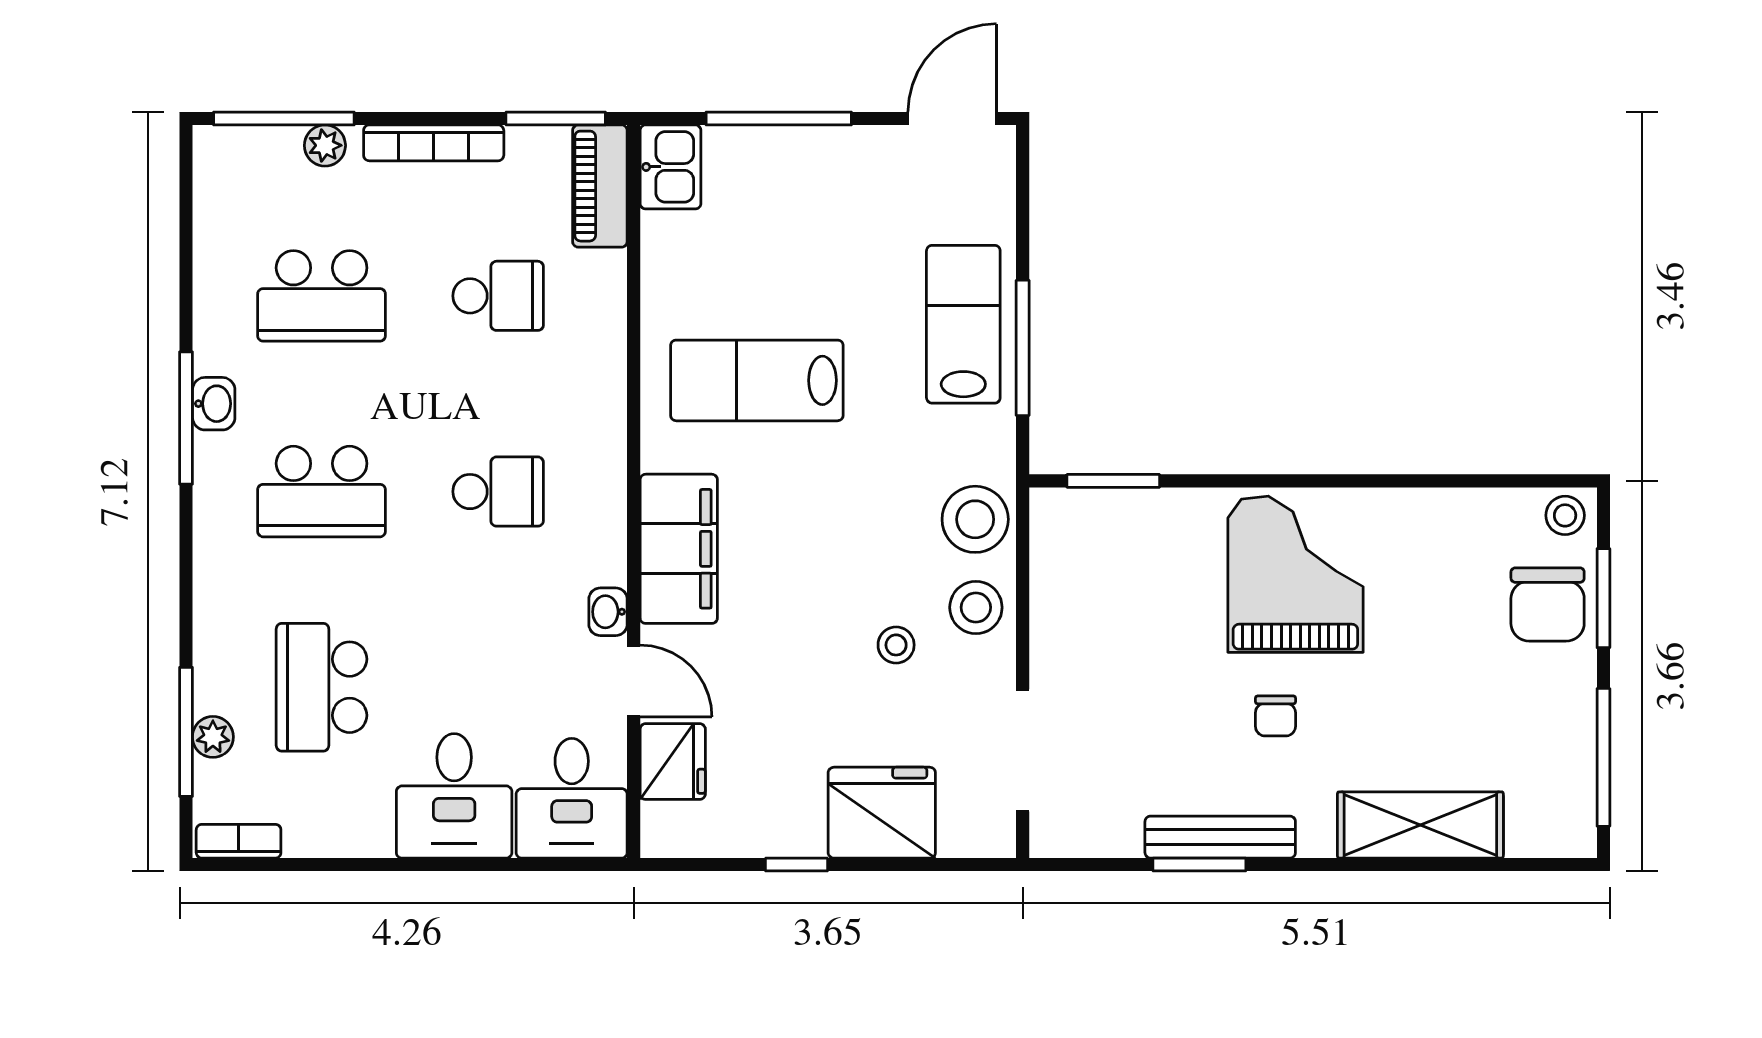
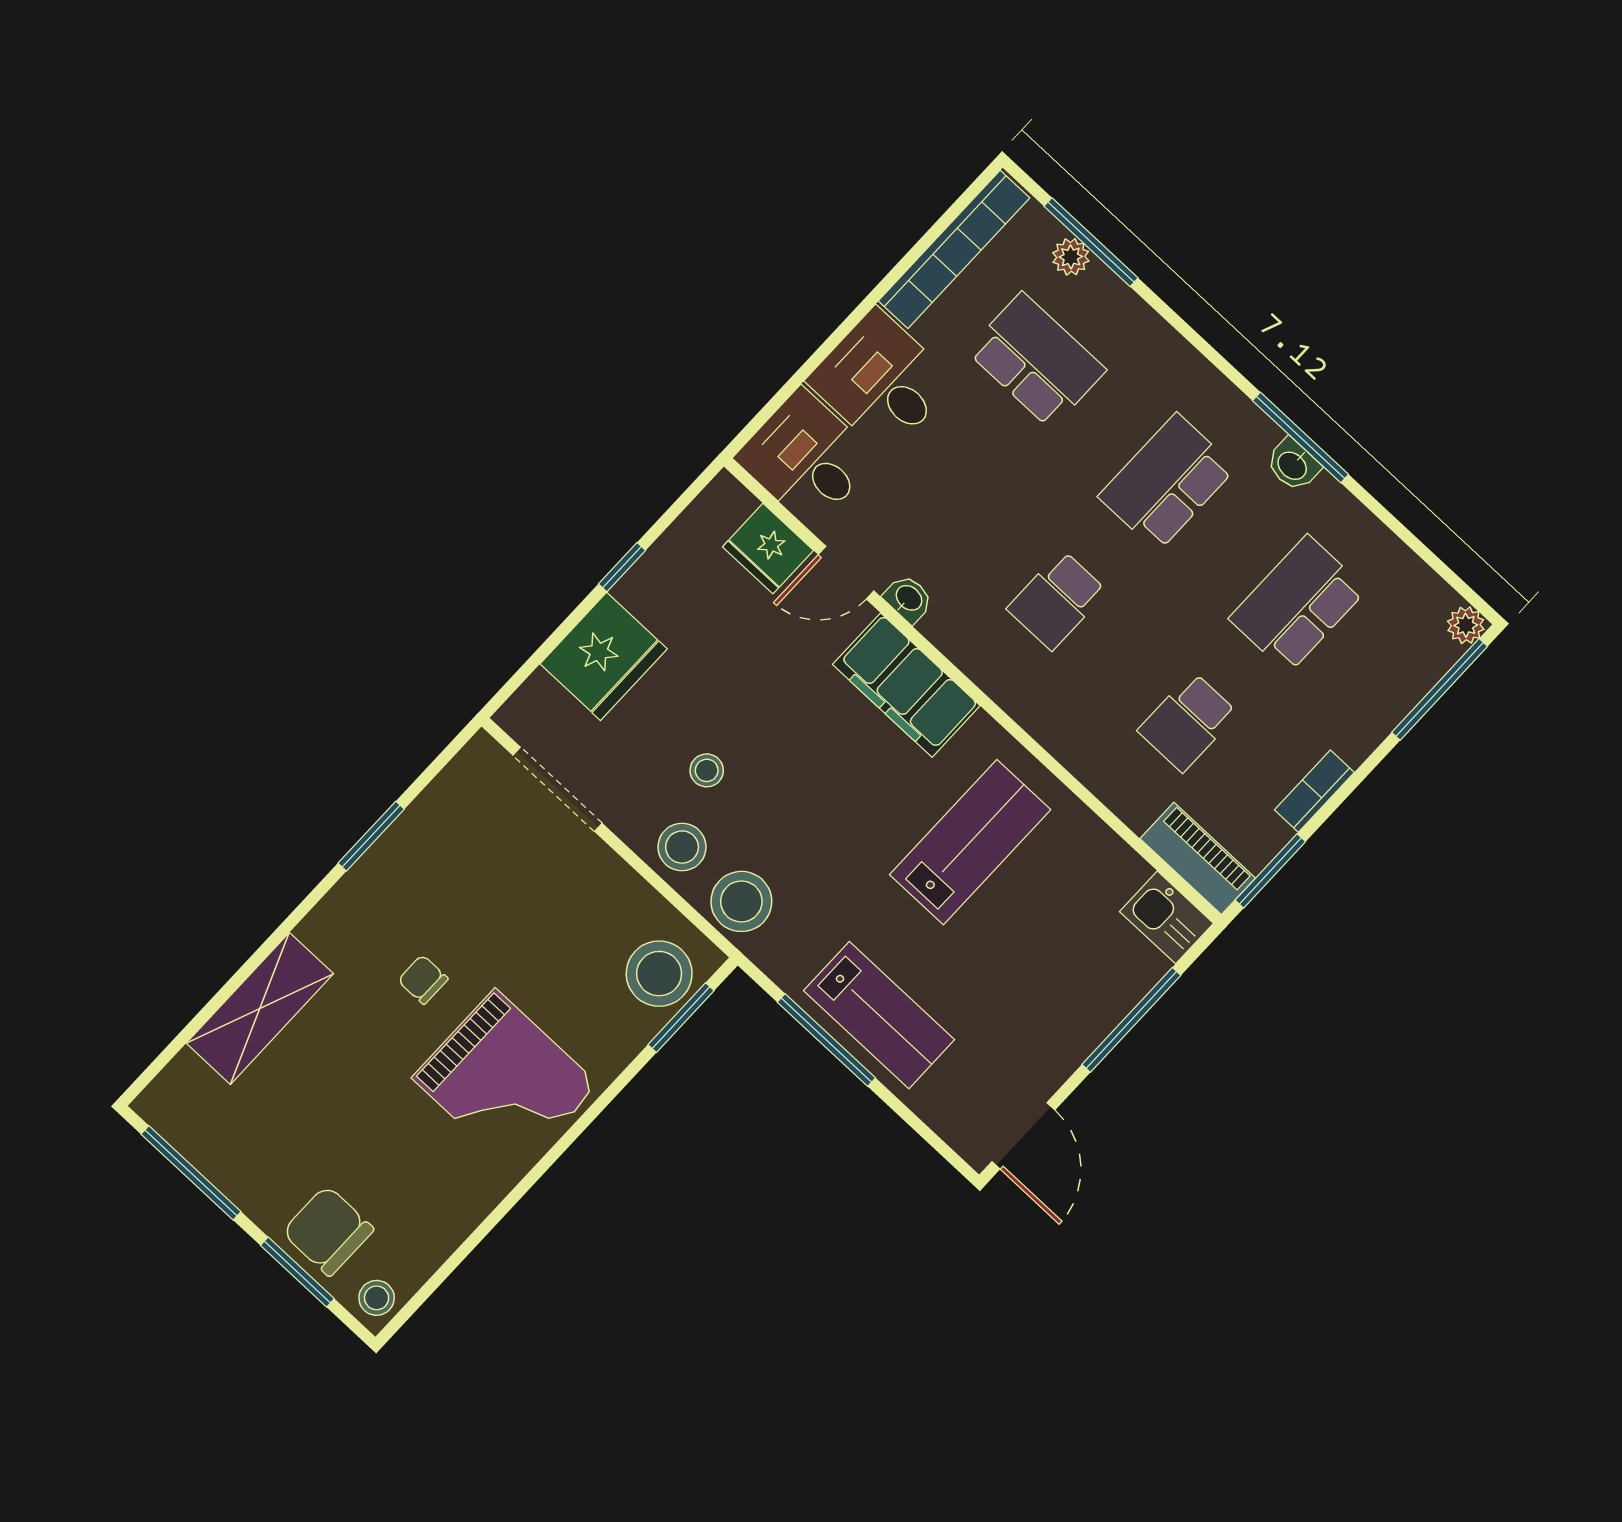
bookcase: (434, 143) -> (1314, 791), width x0.64
plant: (325, 145) -> (1466, 625), moved
stool: (1094, 531) -> (659, 974), added
bench: (1220, 837) -> (377, 867), removed
bookcase: (239, 841) -> (954, 249), width x2.31, depth x1.31

